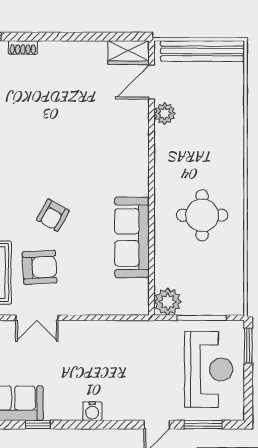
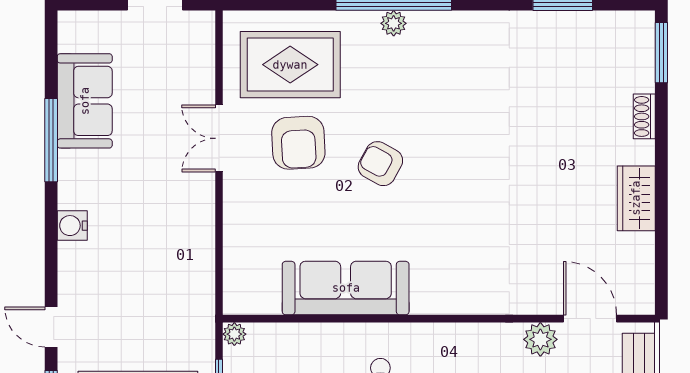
wardrobe: (128, 53) -> (636, 198), moved
plant: (168, 302) -> (234, 334), width x0.53, depth x0.53
window: (38, 425) -> (51, 140), width x2.17

